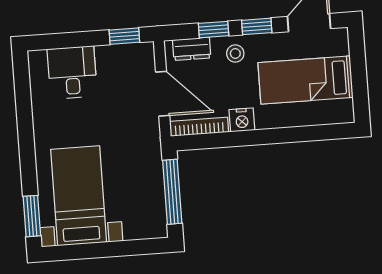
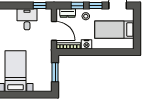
desk: (72, 73) -> (27, 19), moved
window: (172, 192) -> (55, 72), width x0.69

